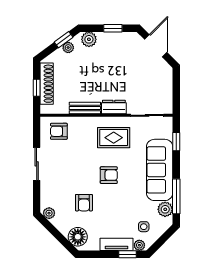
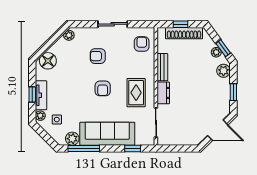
armchair: (84, 203) -> (98, 56), moved
window: (127, 254) -> (32, 95), moved

